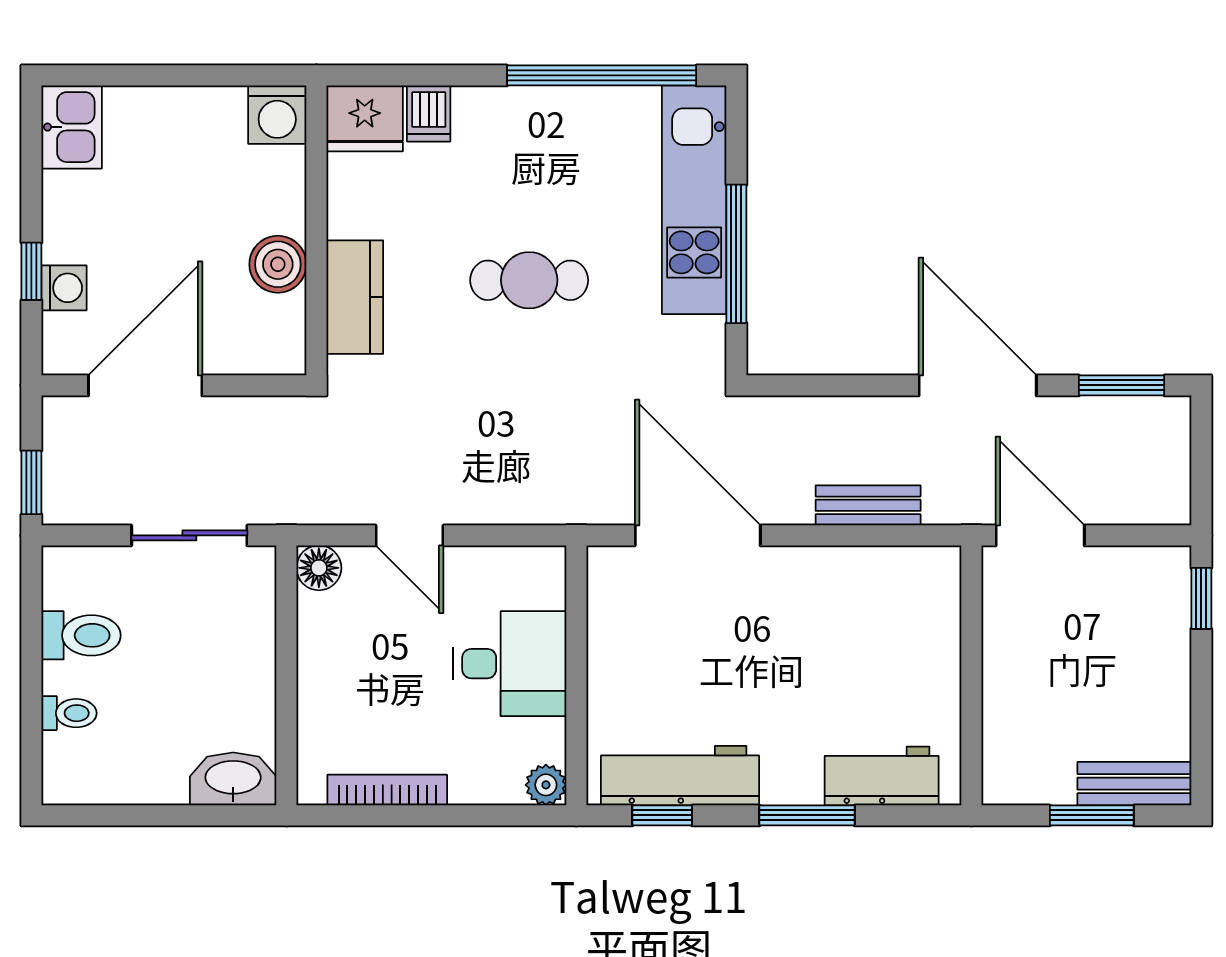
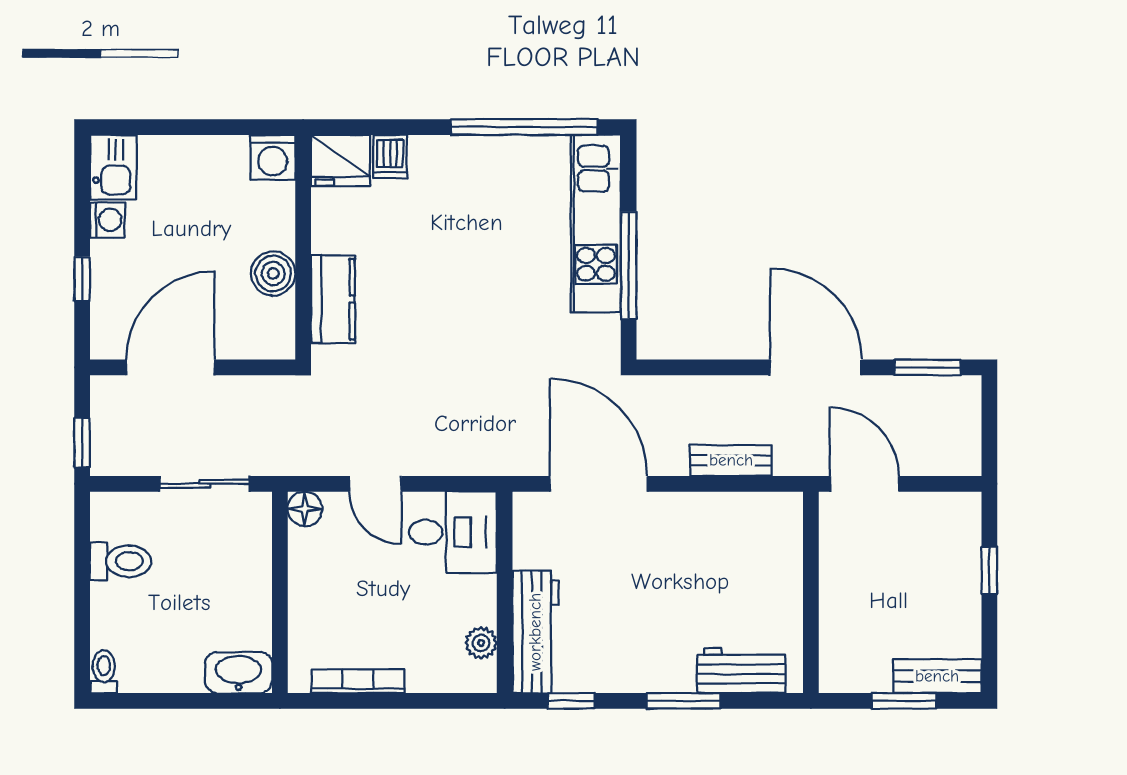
cafe table: (529, 280) -> (468, 286), removed
washing machine: (64, 288) -> (107, 220), moved
window: (1201, 598) -> (989, 570), moved
desk: (510, 664) -> (453, 532), moved
toilet: (69, 713) -> (104, 672), moved, turned -90
workbench: (680, 776) -> (535, 632), moved, turned 90
plant: (546, 785) -> (481, 643), moved

